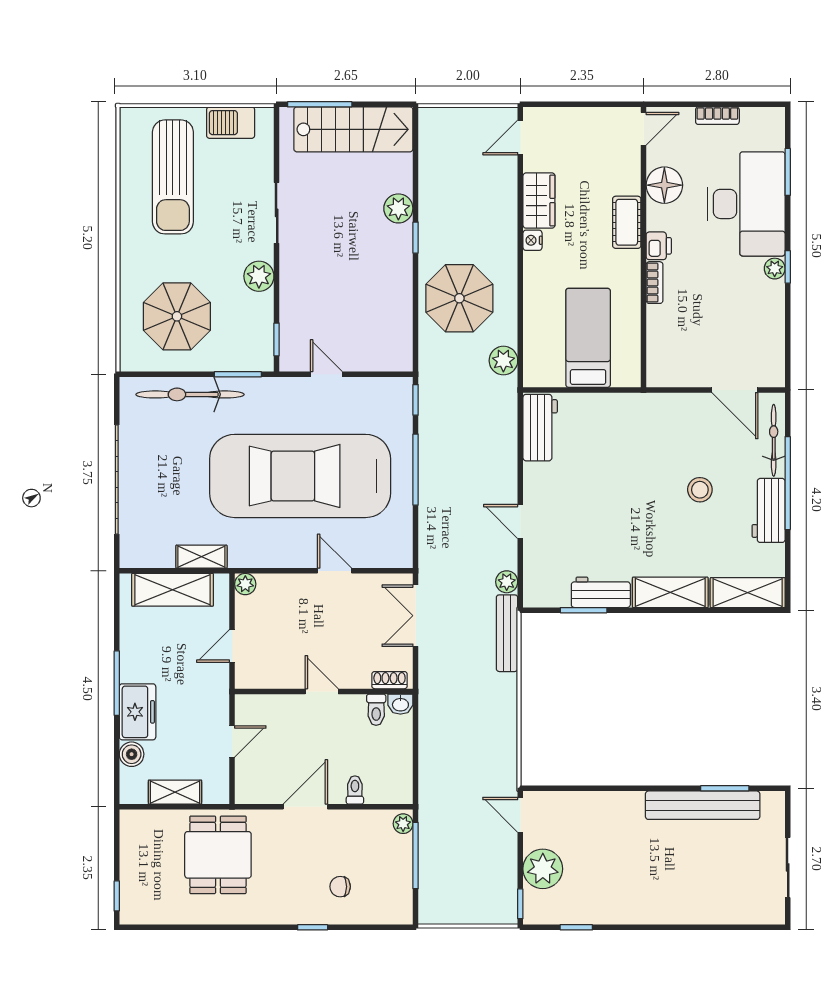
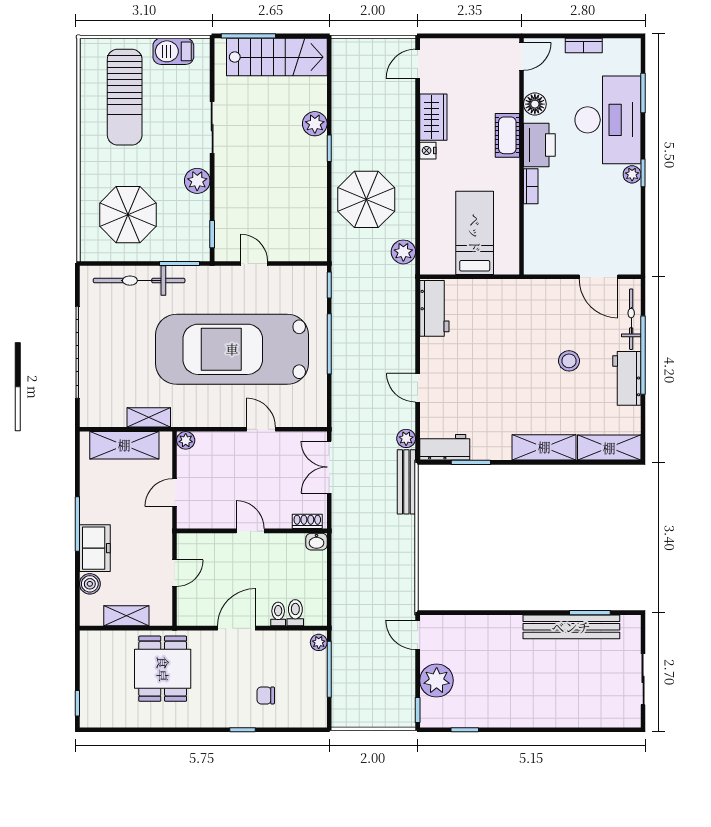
floor lamp: (664, 185) -> (535, 104), width x0.73, depth x0.73
printer: (659, 246) -> (539, 145), width x1.87, depth x1.48
workbench: (601, 592) -> (445, 447), moved
toilet: (376, 710) -> (295, 613), moved, turned 180

